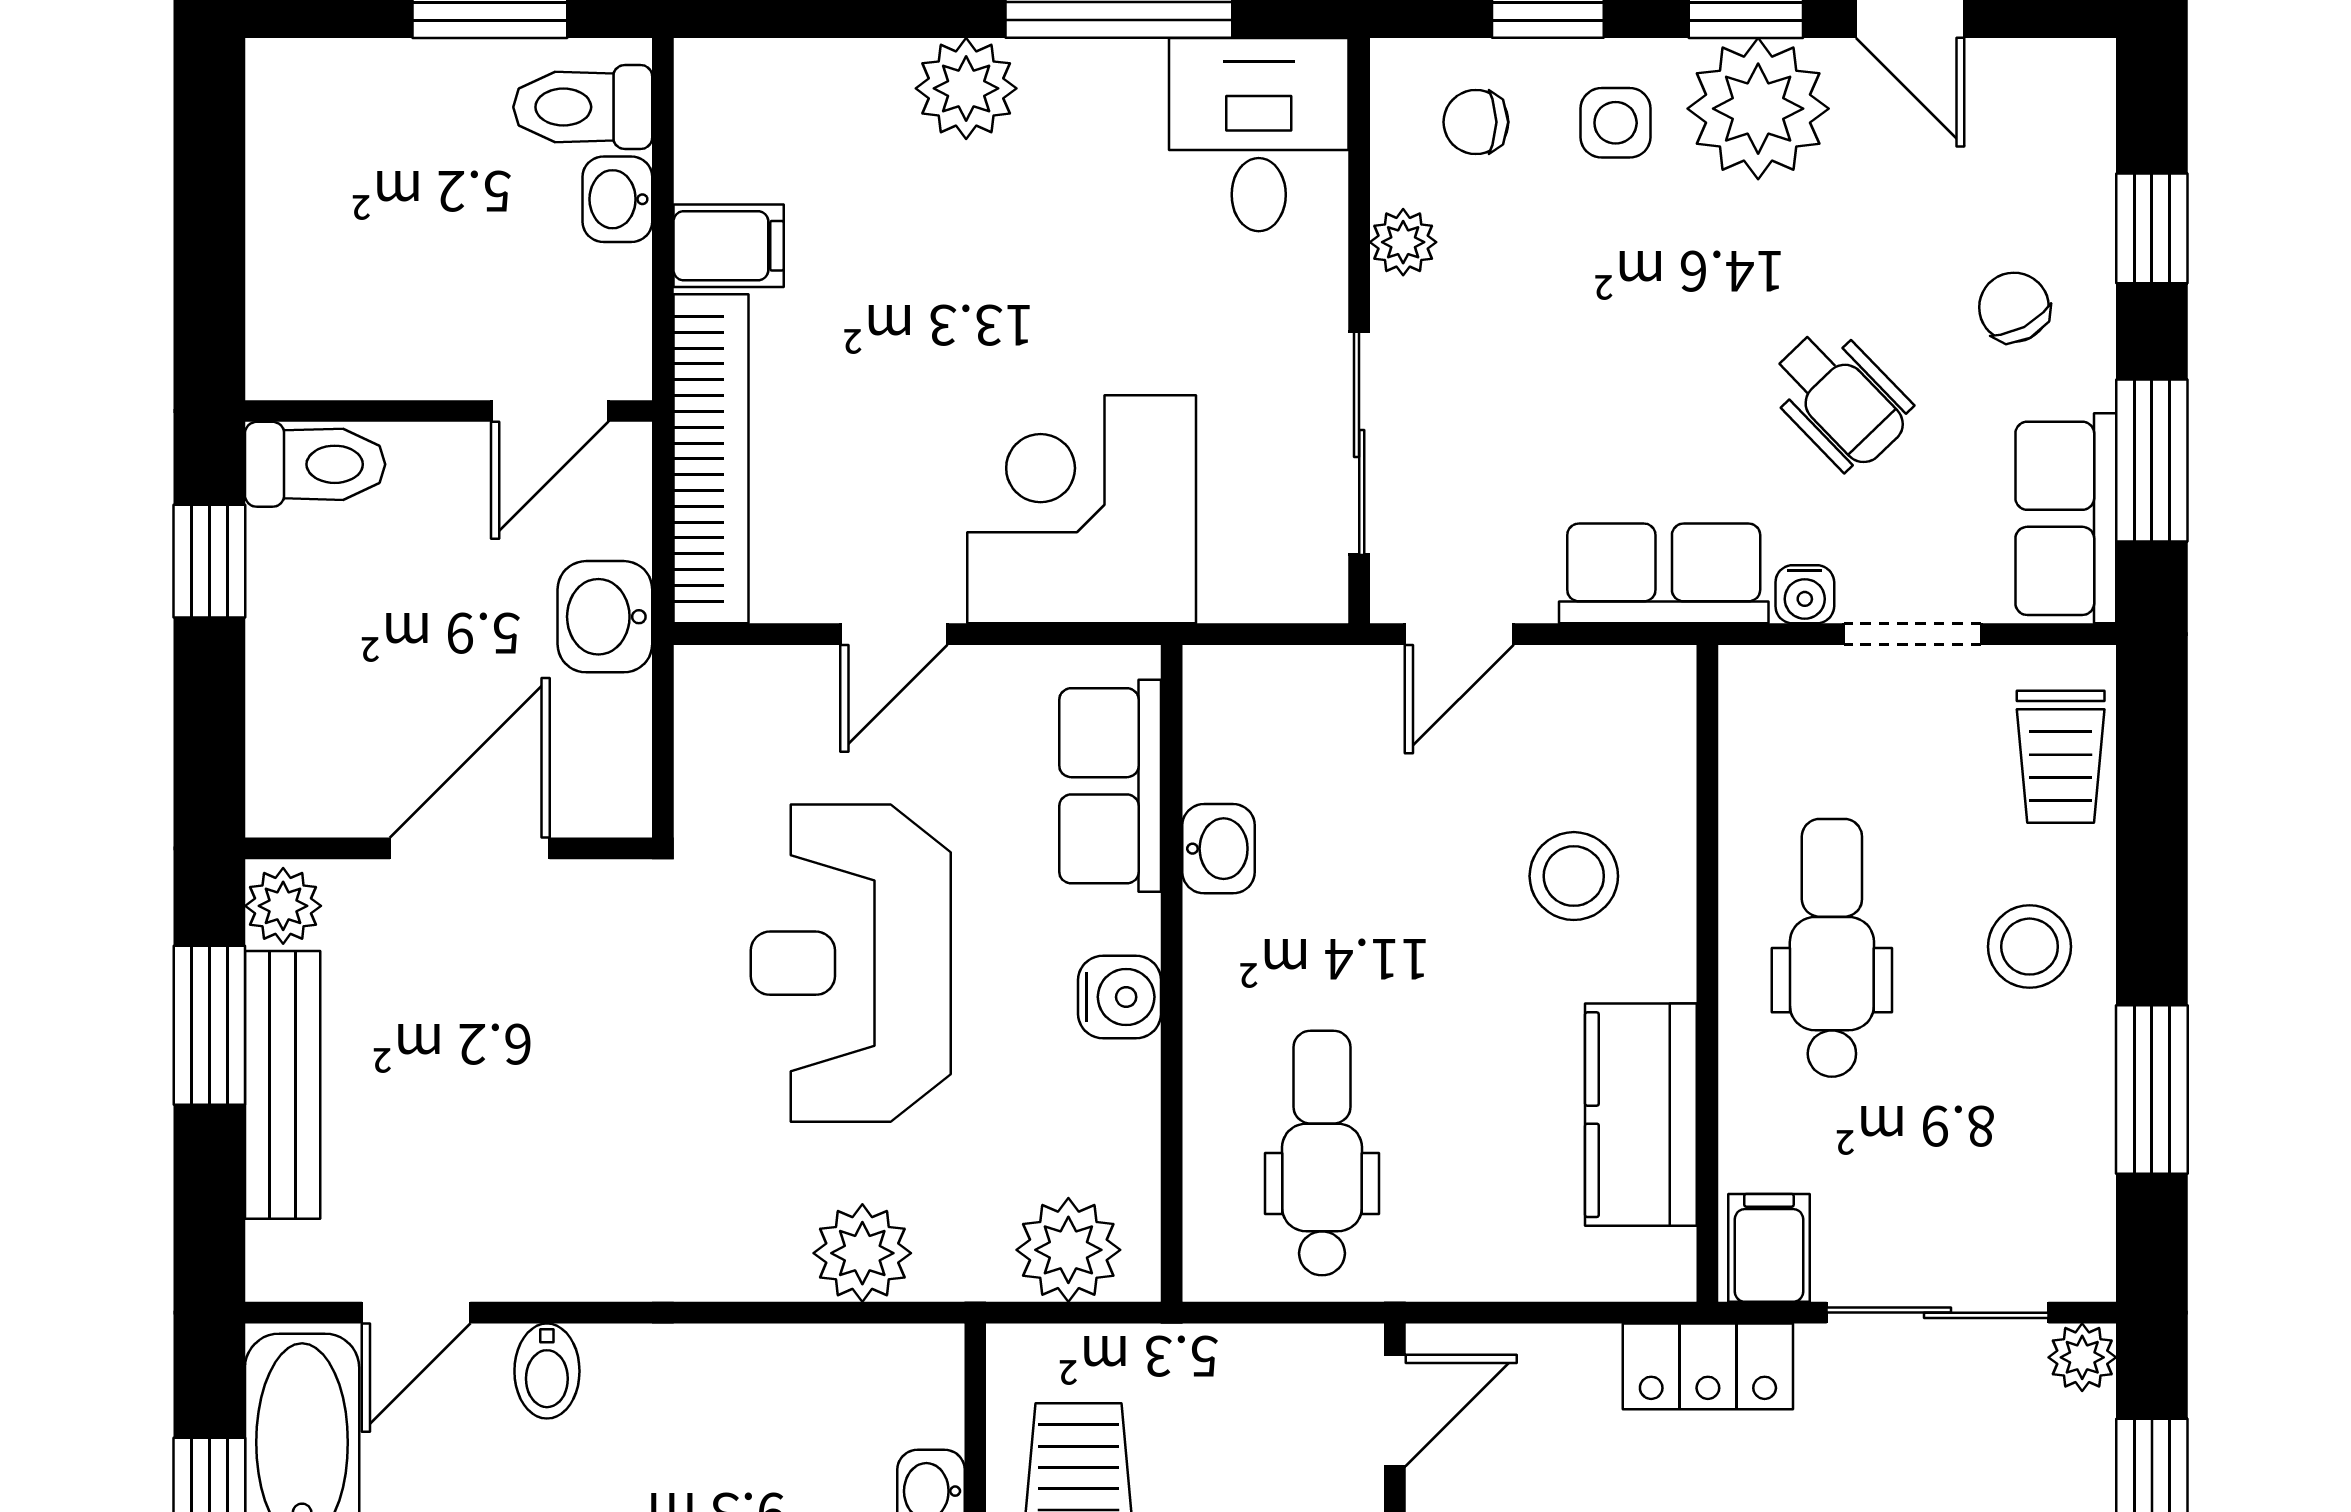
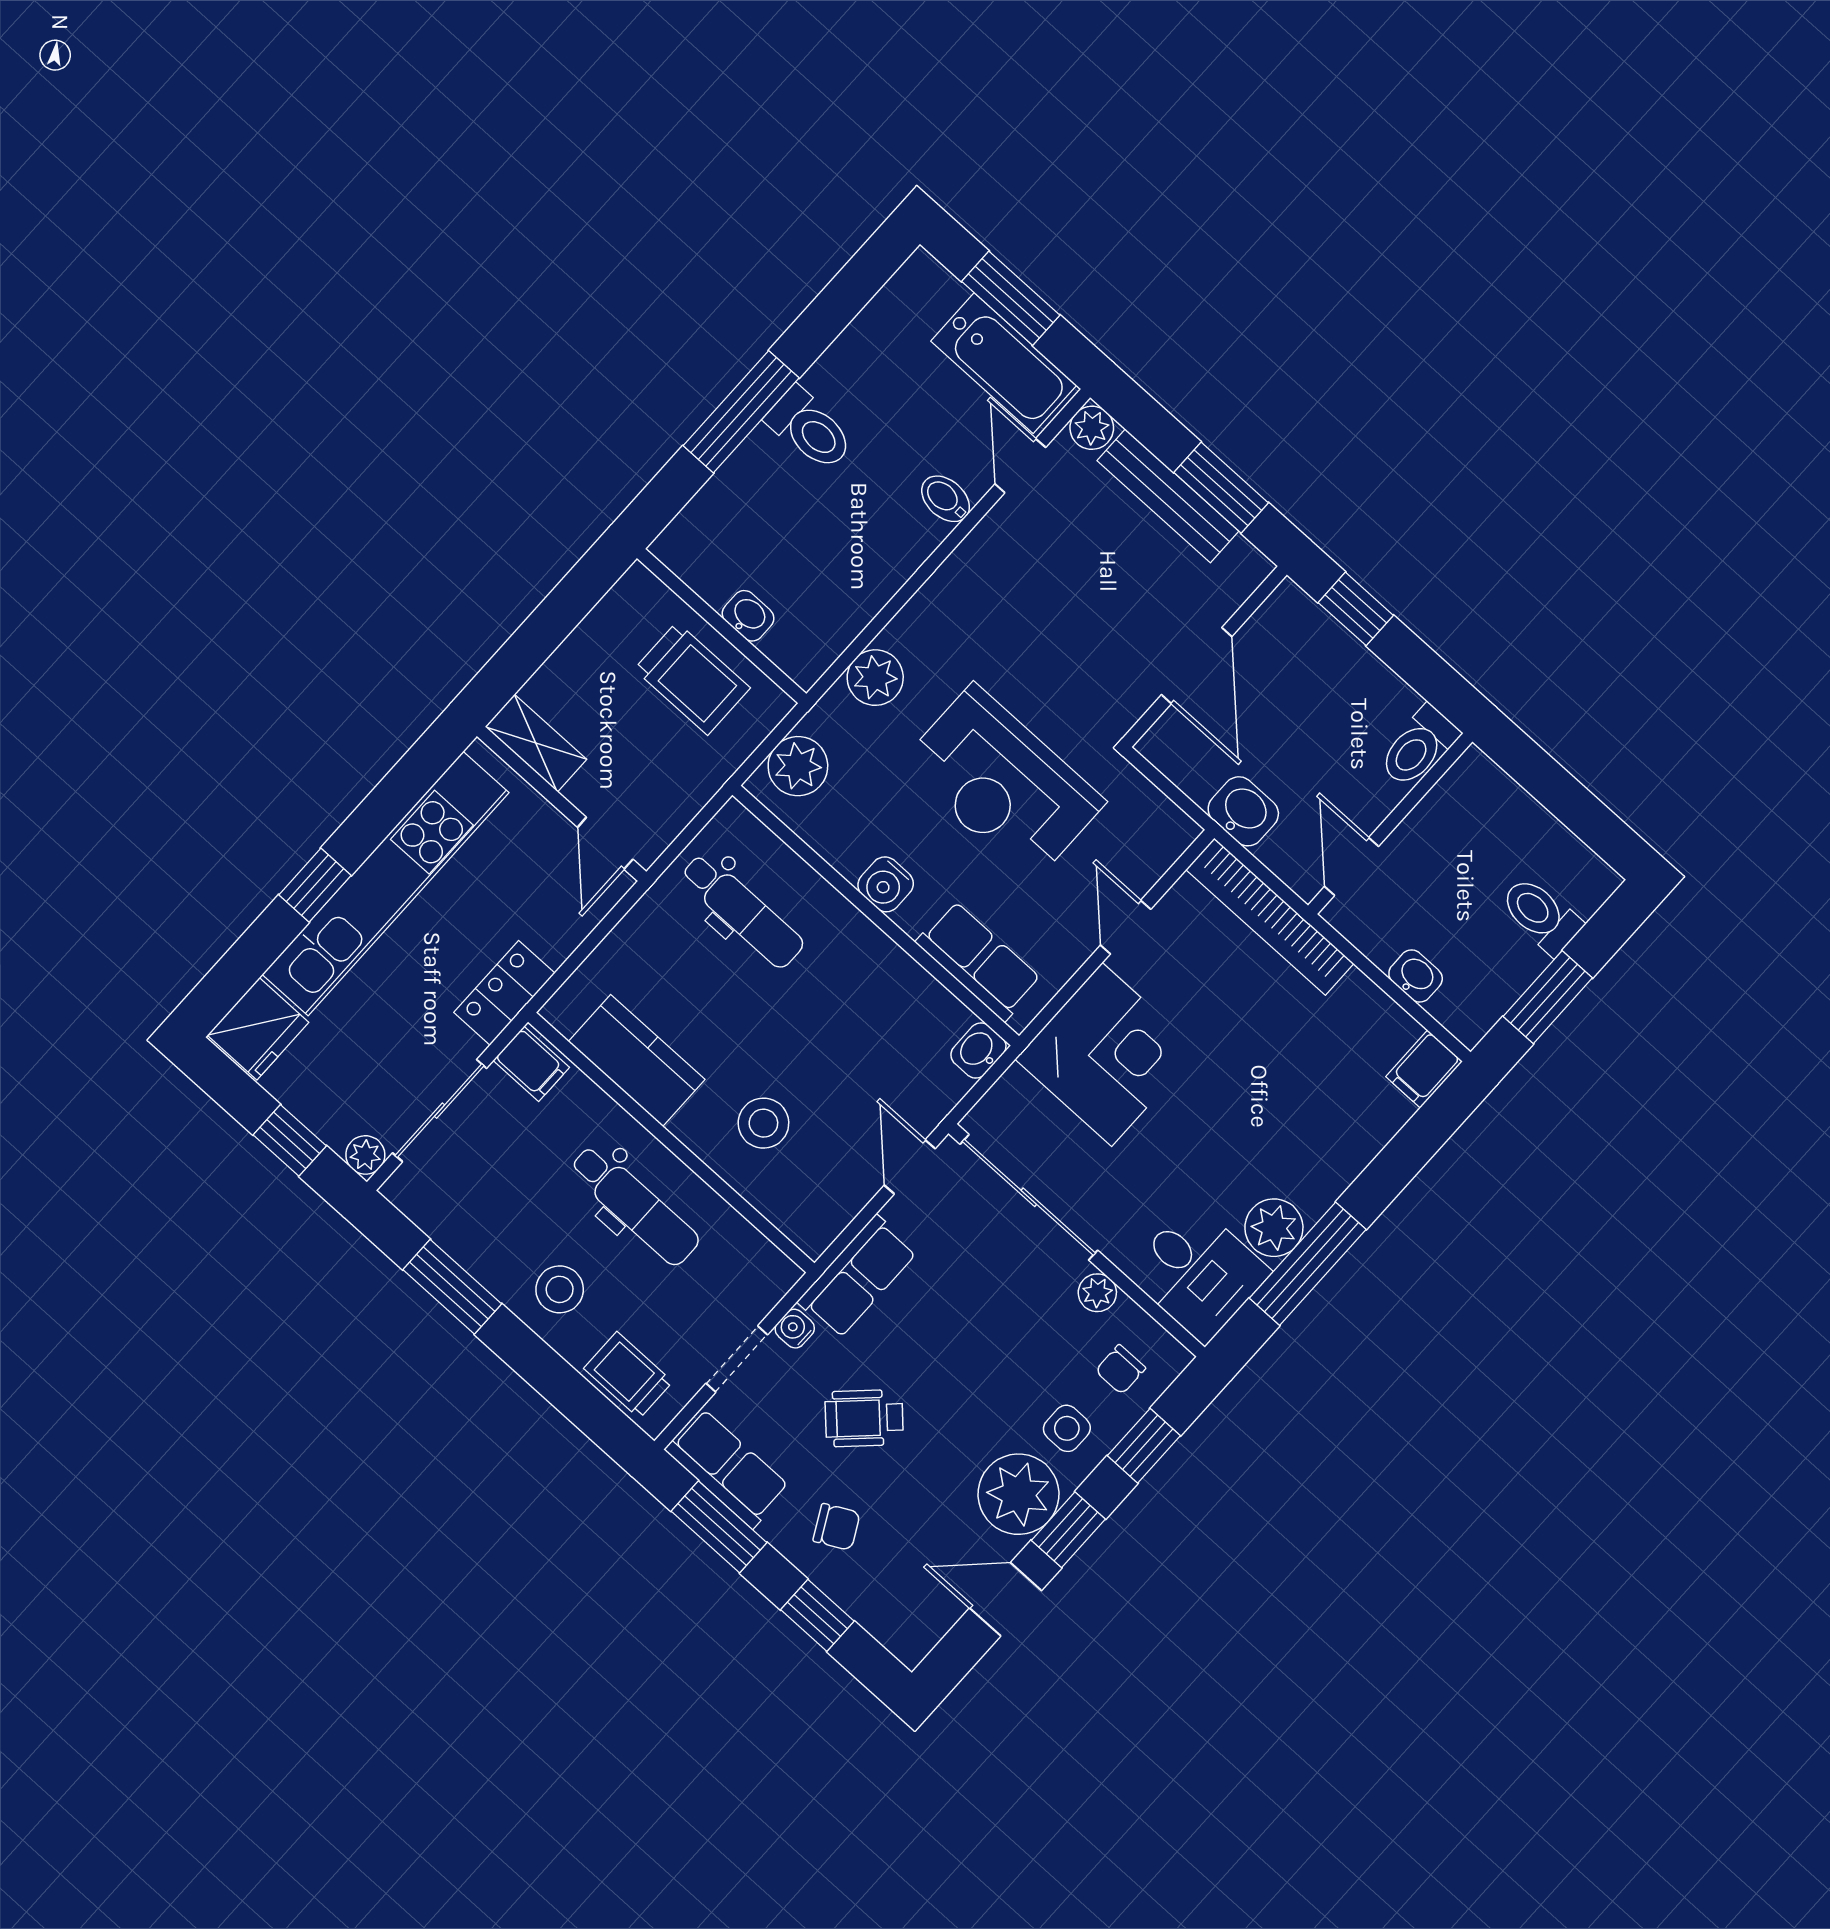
plant: (966, 88) -> (1274, 1228), moved
toilet: (583, 107) -> (1541, 915), moved, turned -90
chair: (1476, 122) -> (1121, 1369), turned 180
filing cabinet: (729, 246) -> (1424, 1069), moved
sliding door: (1359, 443) -> (1029, 1197), width x1.37
window: (209, 561) -> (1356, 609), moved
washbasin: (1219, 849) -> (978, 1051), moved, turned 90
plant: (283, 906) -> (1092, 428), moved
reception desk: (851, 963) -> (1003, 783), turned 180

